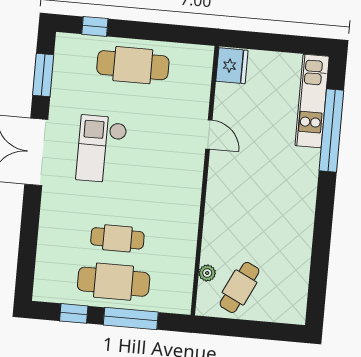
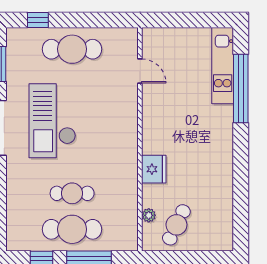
fridge: (232, 66) -> (154, 169), moved
door: (209, 134) -> (140, 71), moved
checkout: (102, 149) -> (52, 121), width x1.36, depth x1.21

